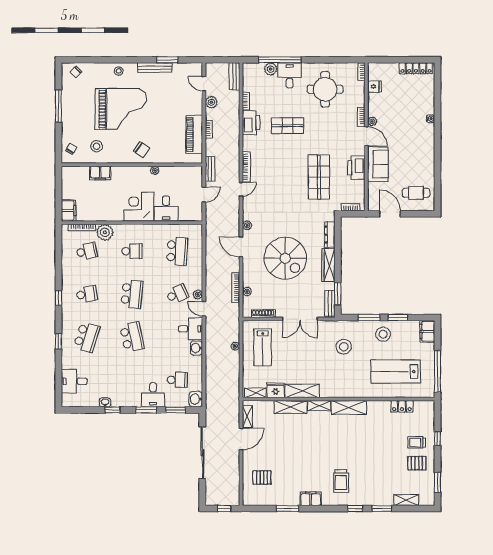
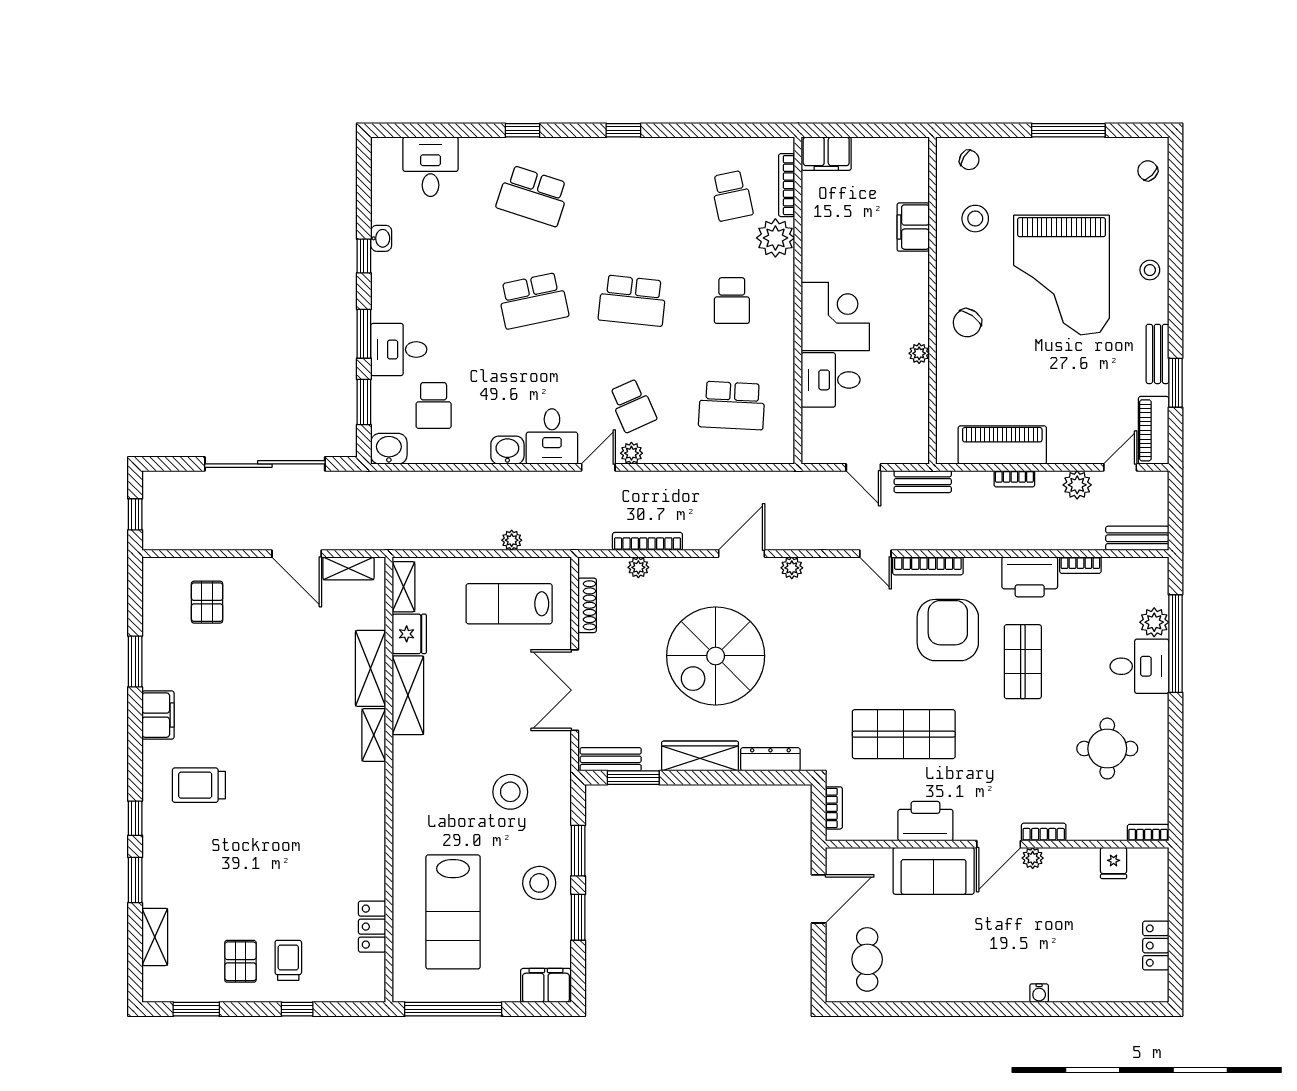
bench: (155, 68) -> (1157, 354), width x0.73
locker: (416, 68) -> (1156, 946), width x0.66
piano: (188, 69) -> (1154, 430), added
round table: (325, 89) -> (1107, 749), width x0.73, depth x0.73
armchair: (274, 158) -> (948, 630), added
school desk: (87, 294) -> (632, 196), removed
lab bench: (396, 371) -> (453, 912), turned 180
shelving: (349, 407) -> (370, 804), removed

